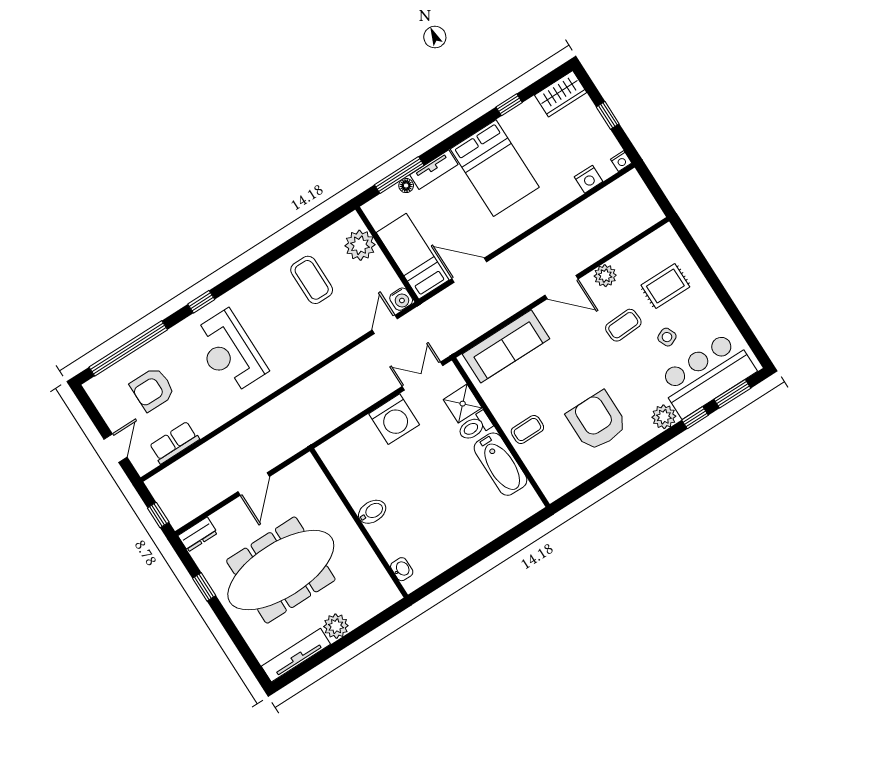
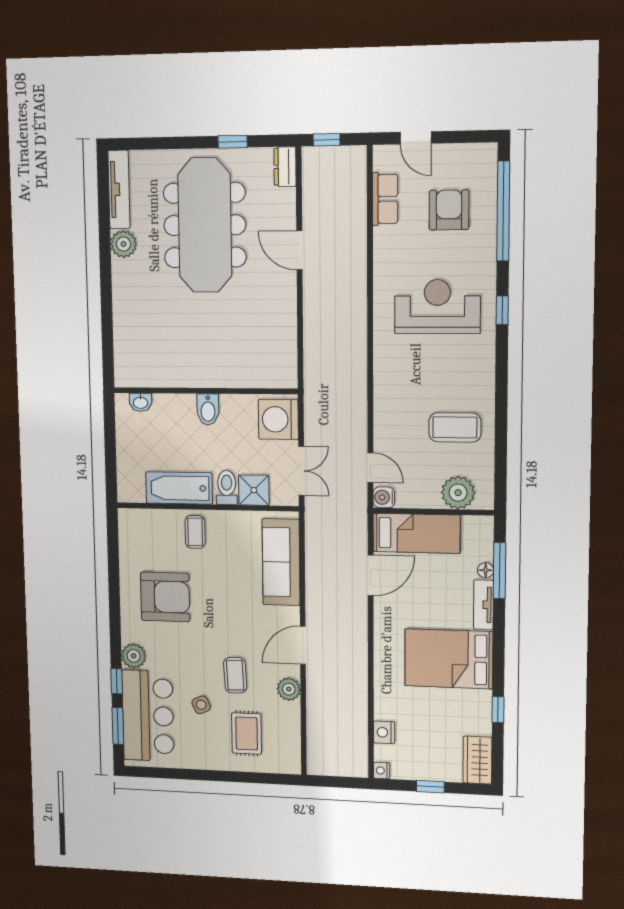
bidet: (372, 512) -> (208, 409), moved
wall: (359, 523) -> (205, 391), moved
washbasin: (402, 569) -> (141, 402), moved

